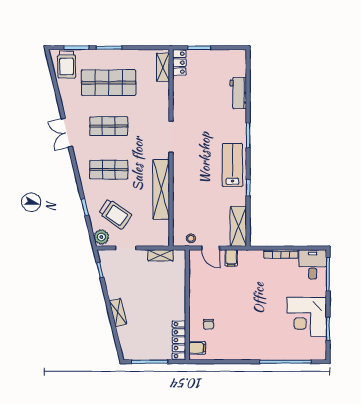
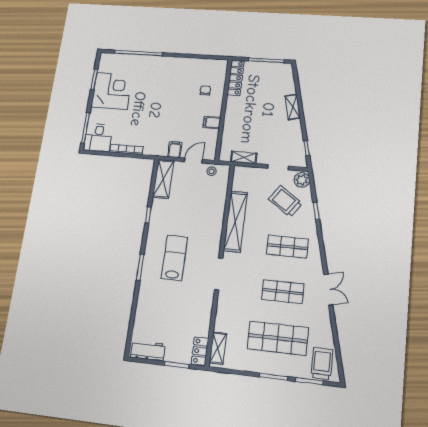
workbench: (238, 93) -> (148, 351), moved, turned -90
lab bench: (232, 165) -> (174, 258), moved, turned 180
door: (211, 248) -> (193, 160), hinge flipped
filing cabinet: (197, 348) -> (212, 123), moved

